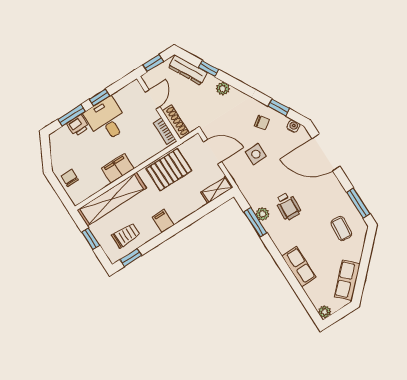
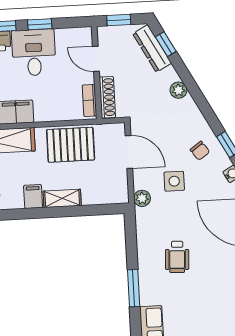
window: (208, 69) -> (166, 44), moved
door: (153, 99) -> (96, 59), swing flipped
shelving: (217, 190) -> (62, 198), moved
plant: (263, 214) -> (142, 198), moved
window: (255, 222) -> (134, 288), moved
coffee table: (341, 228) -> (221, 314), removed

